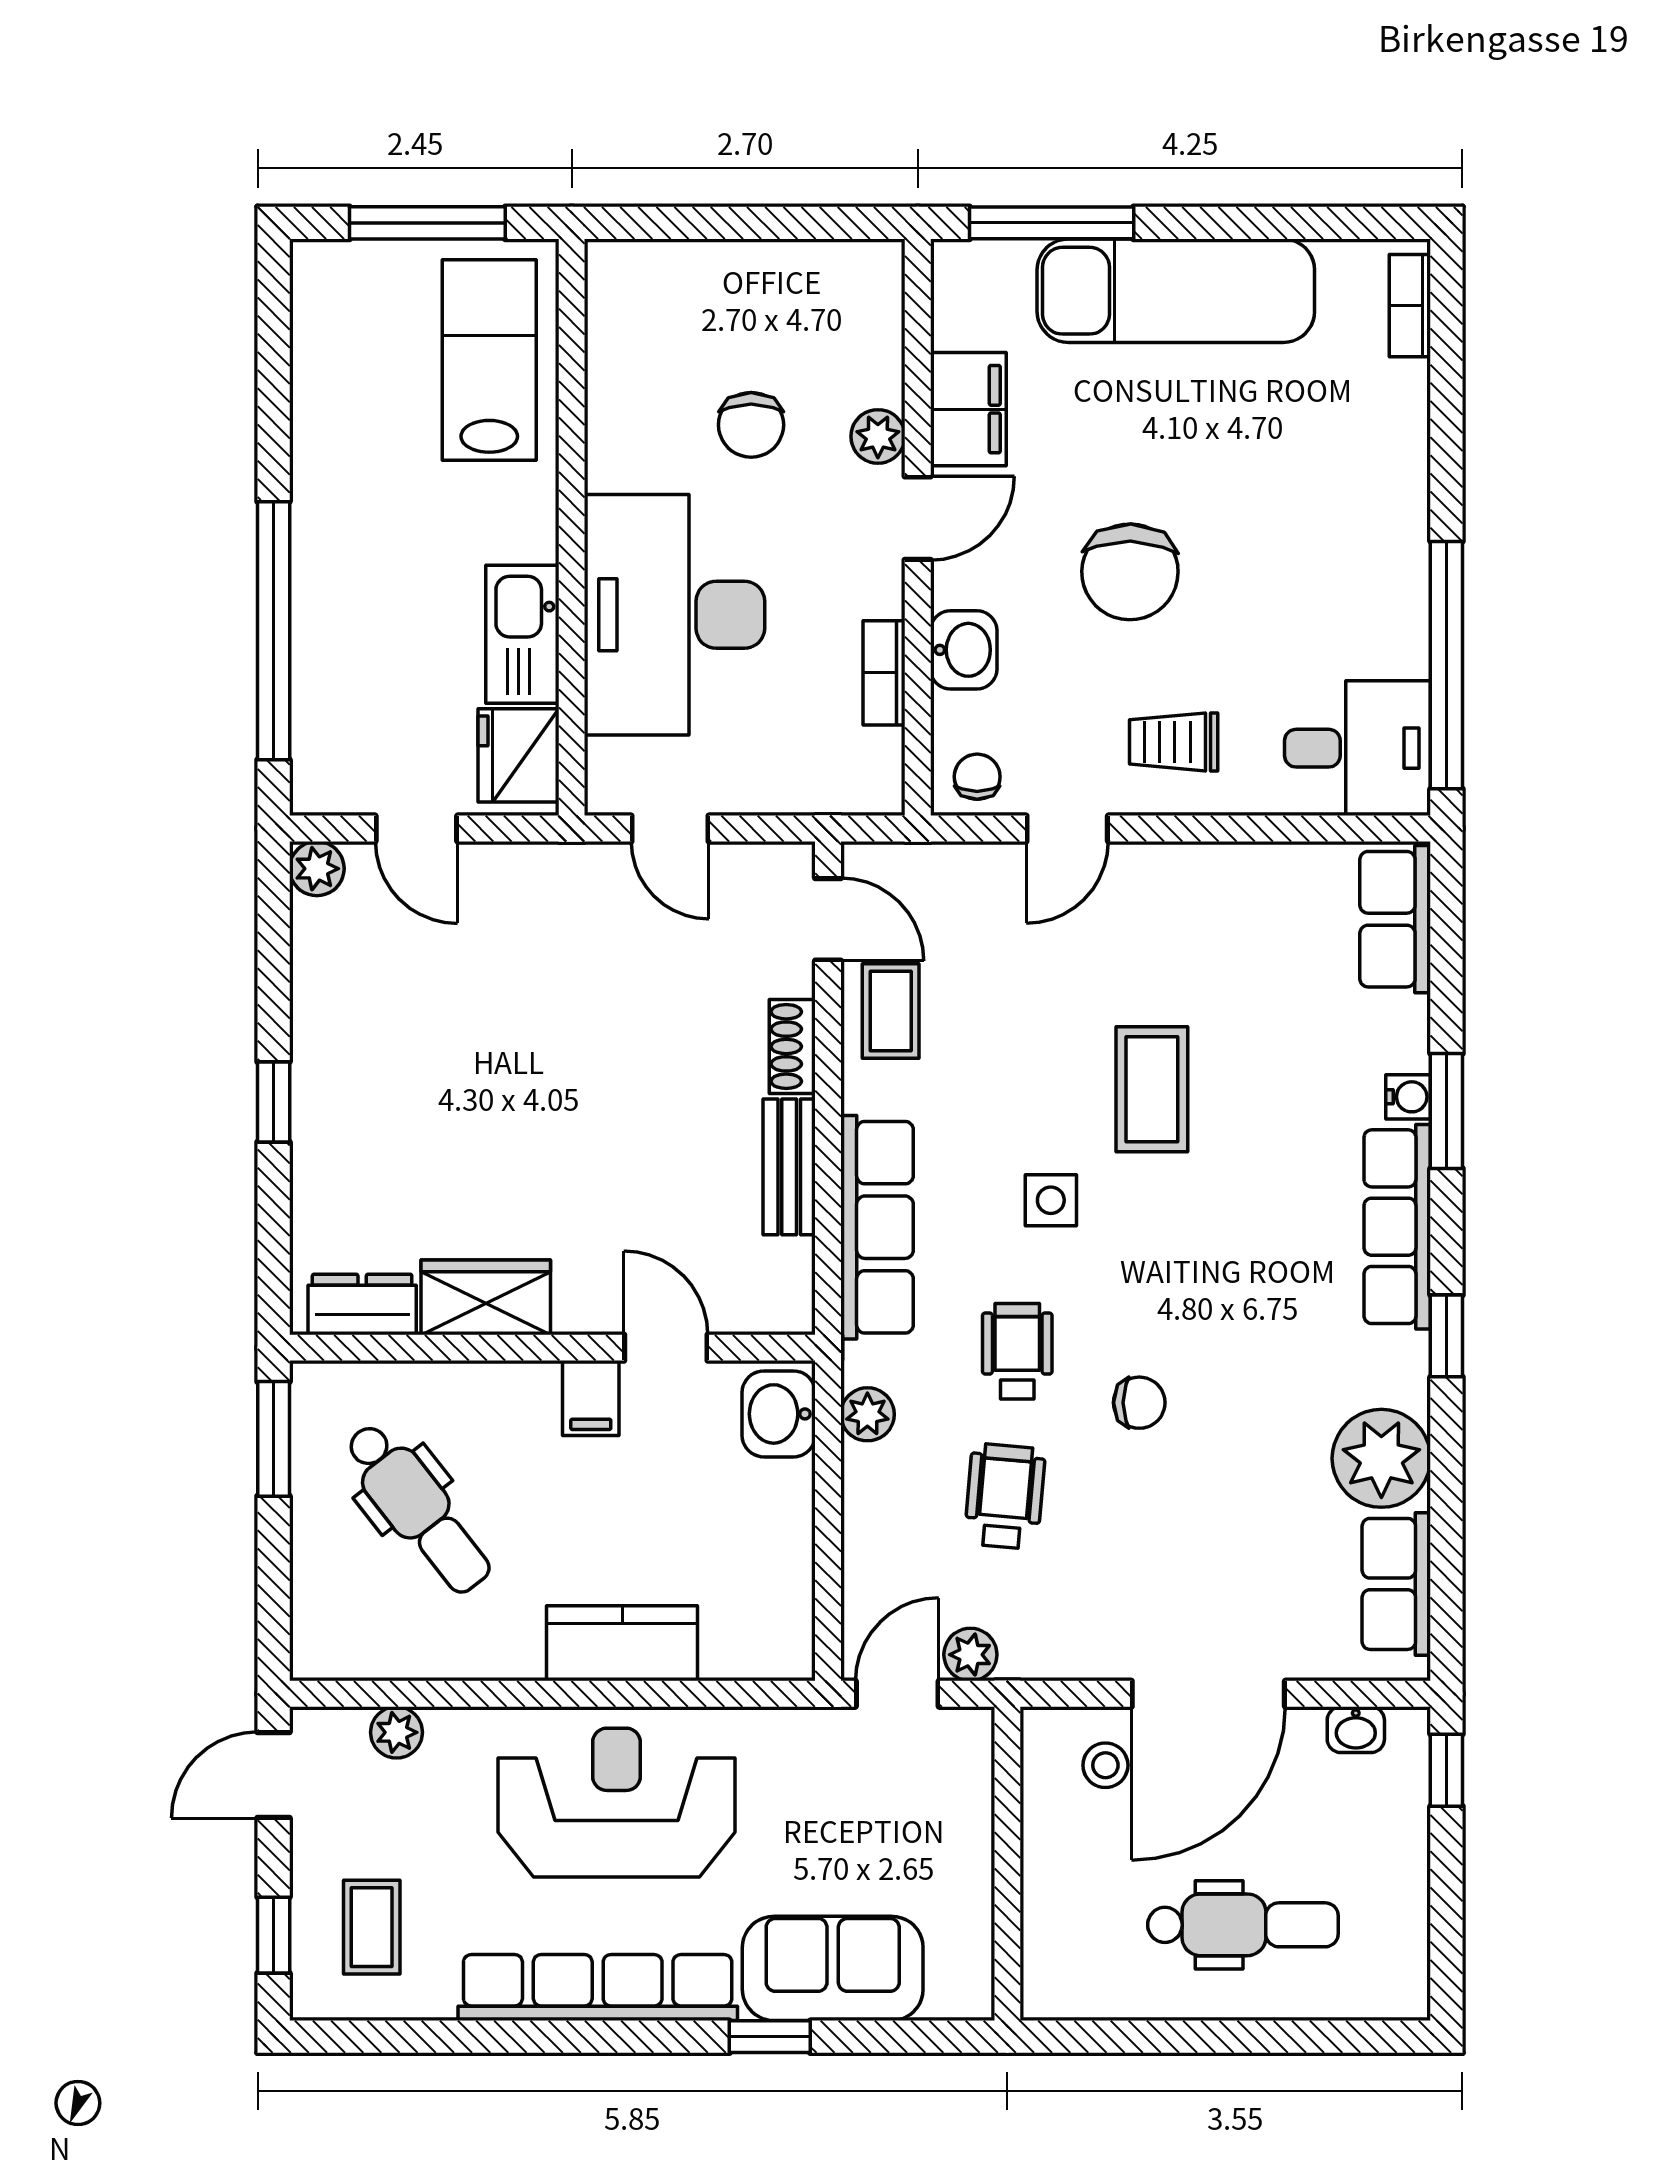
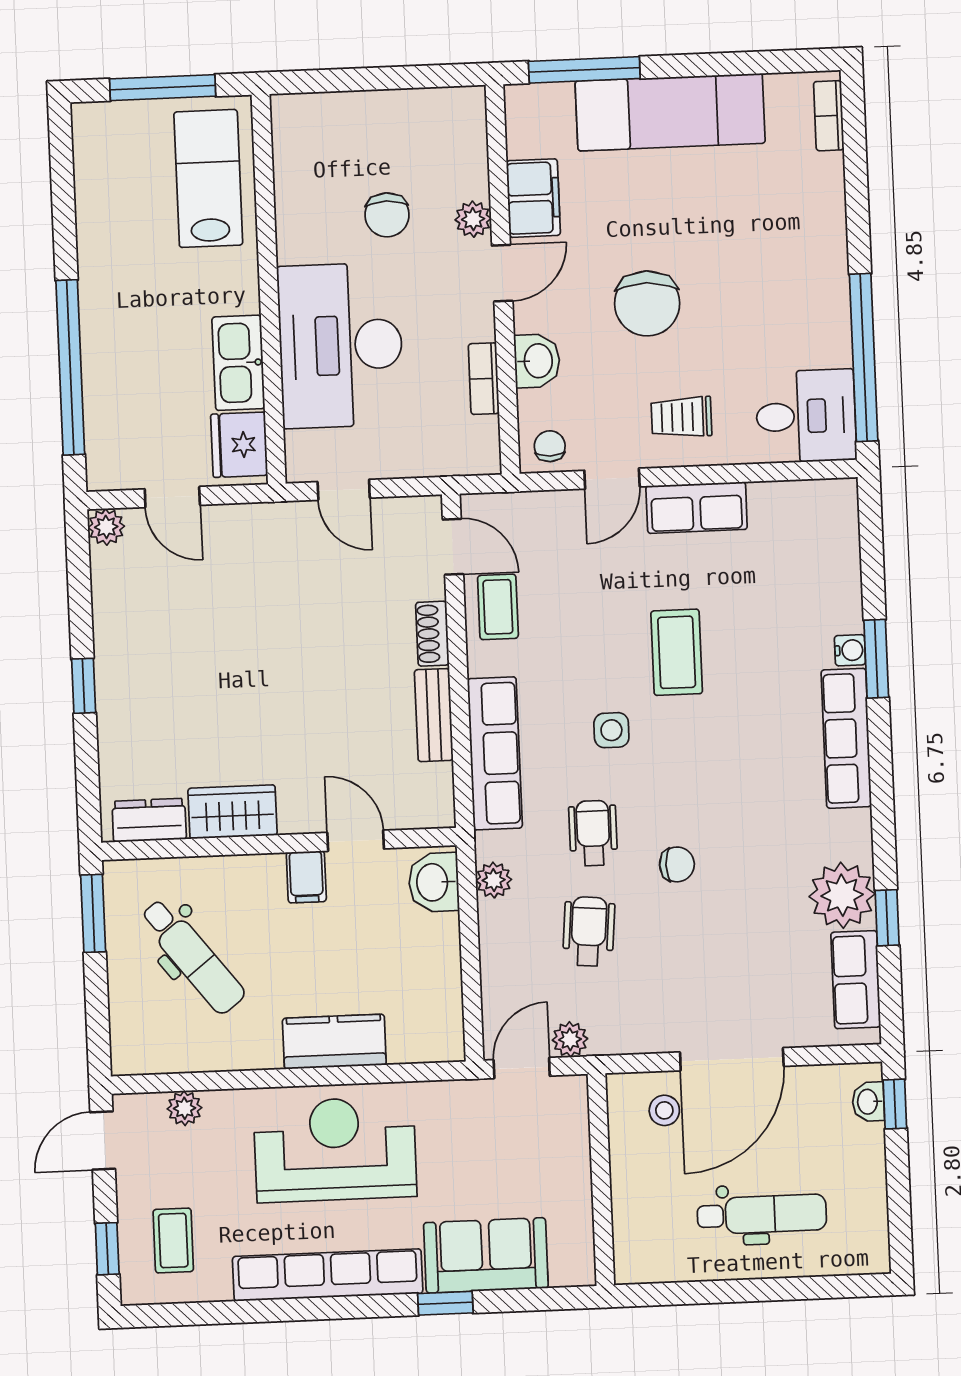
row of seats: (1395, 919) -> (697, 508), moved, turned -90
window: (1446, 1336) -> (887, 918), moved
washbasin: (1356, 1730) -> (868, 1102), moved, turned 90

